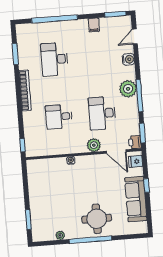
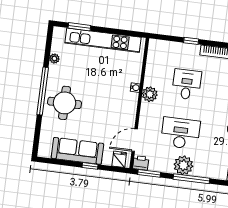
plant: (128, 89) -> (183, 165), moved
window: (22, 145) -> (191, 41), moved
plant: (94, 145) -> (150, 94), moved
kitchen unit: (36, 197) -> (103, 40), added

